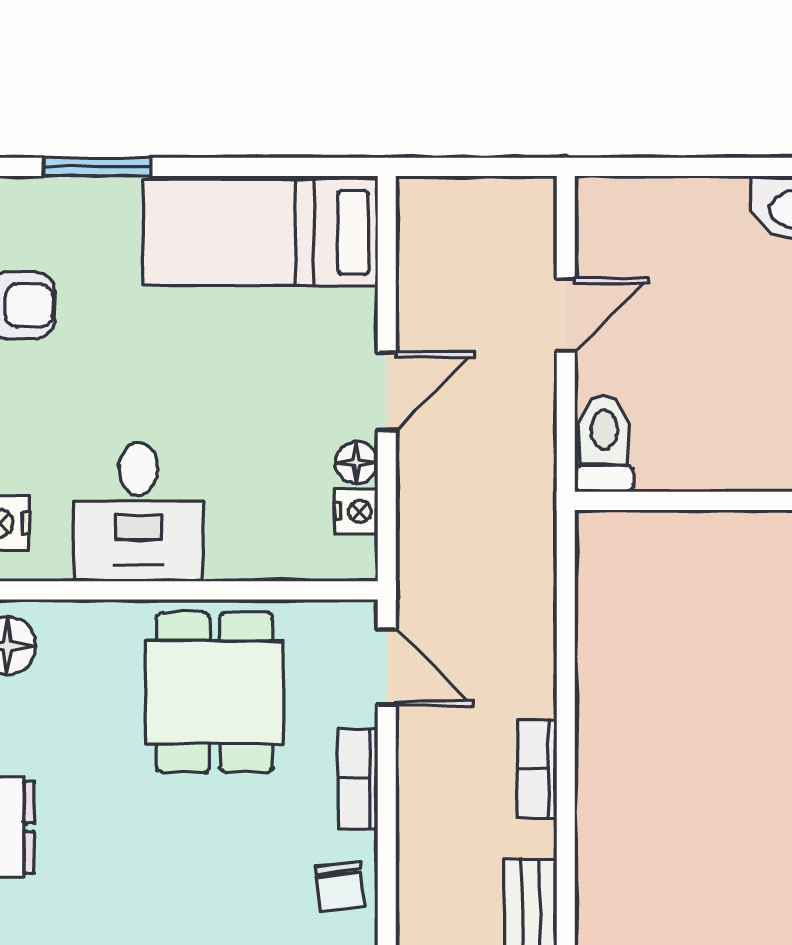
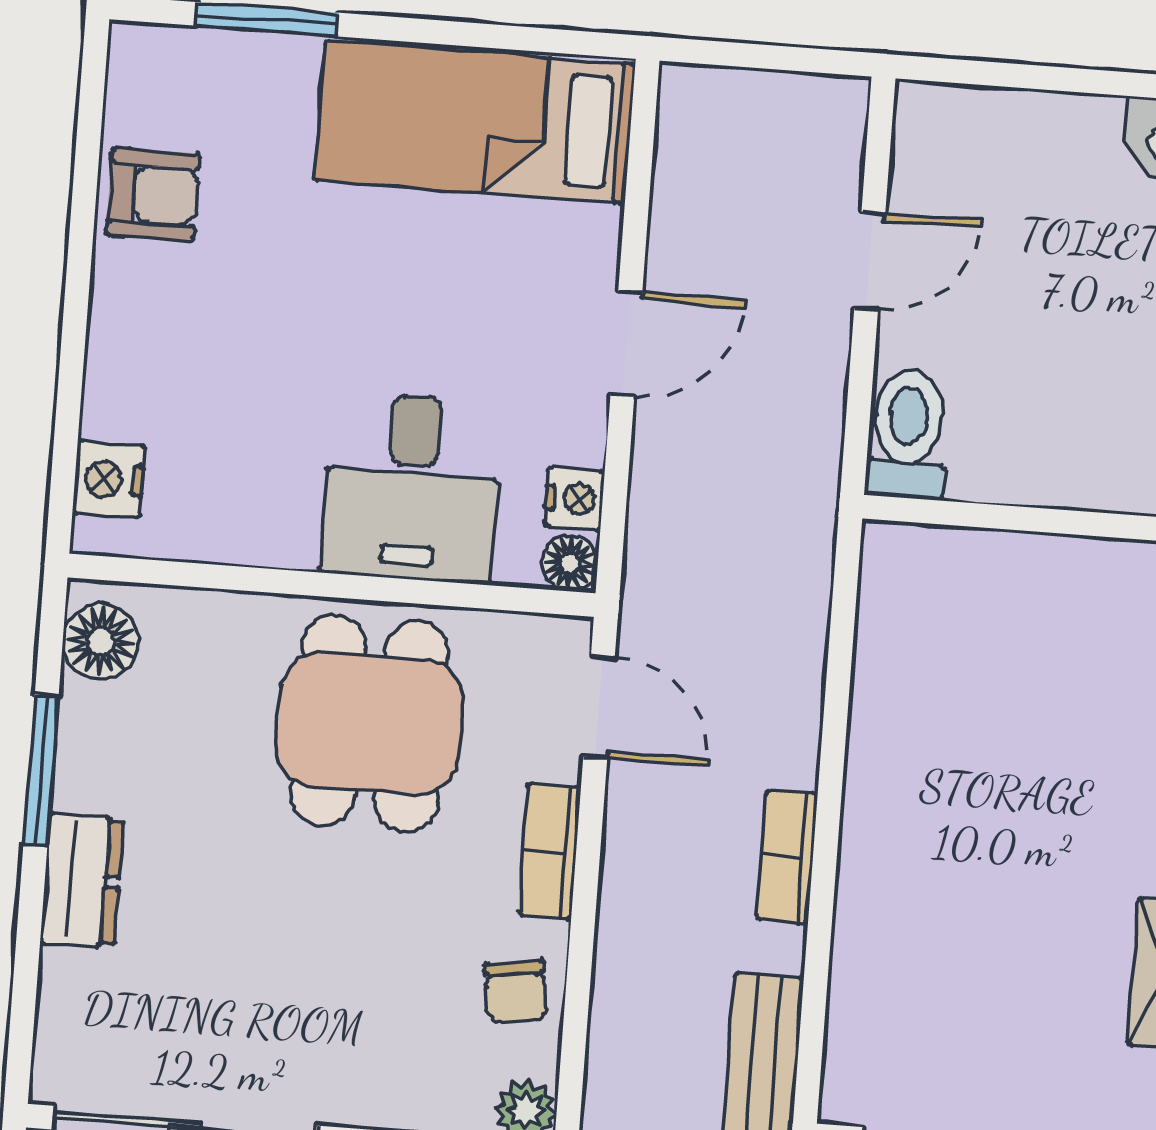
floor lamp: (357, 463) -> (570, 563), moved
desk: (138, 512) -> (412, 487), moved

